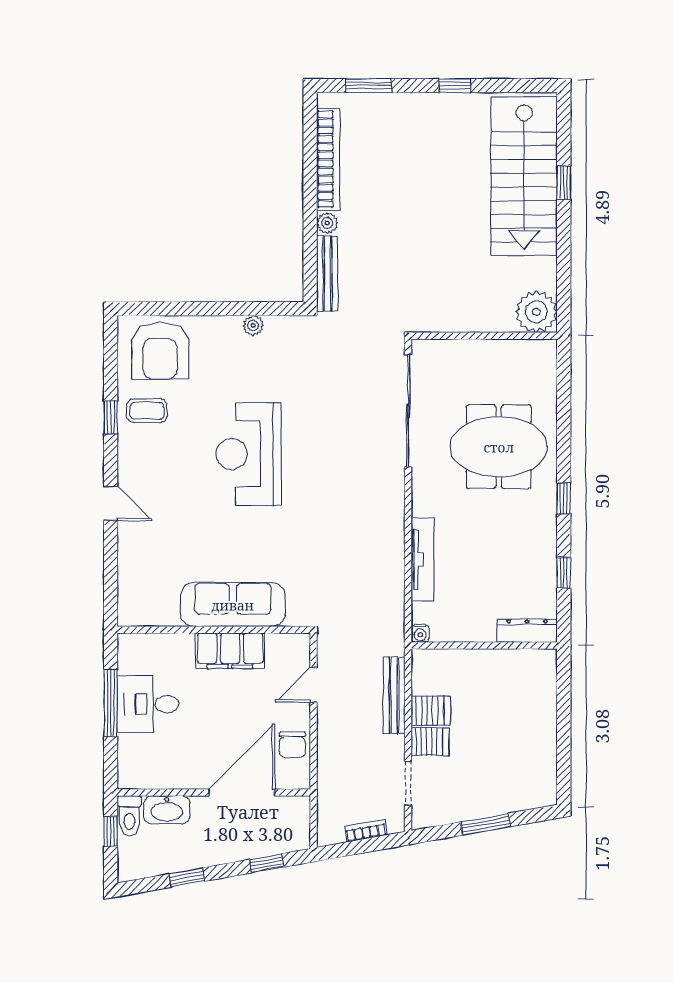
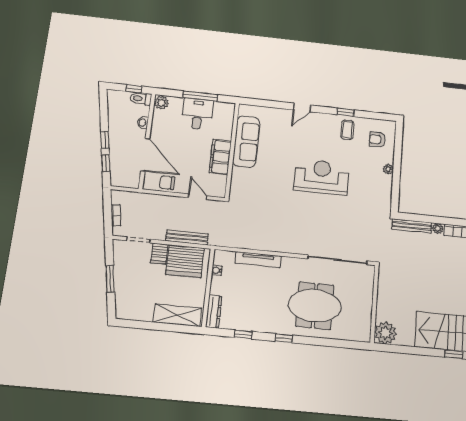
plant: (253, 325) -> (388, 169), moved
armchair: (160, 351) -> (377, 140), width x0.53, depth x0.53
meeting table: (499, 447) -> (315, 306), turned 90
sofa: (233, 605) -> (246, 142), moved
water cooler: (420, 633) -> (217, 270), moved
shelving: (540, 695) -> (177, 315), added
server rack: (431, 711) -> (185, 261), width x2.18, depth x1.44
plant: (133, 775) -> (161, 103), added
washbasin: (167, 810) -> (143, 123), width x0.52, depth x0.69
window: (187, 878) -> (105, 140), moved

